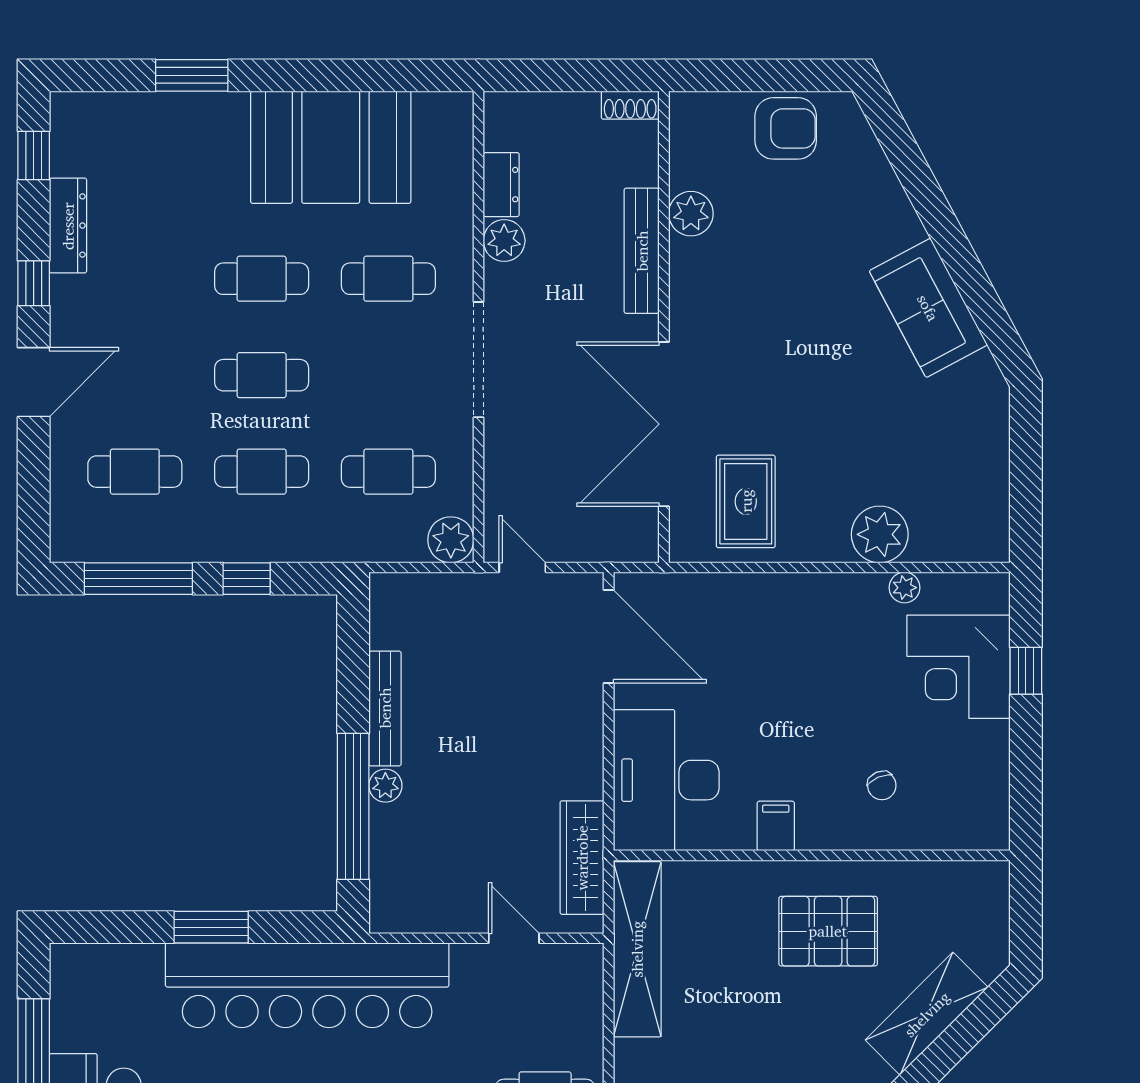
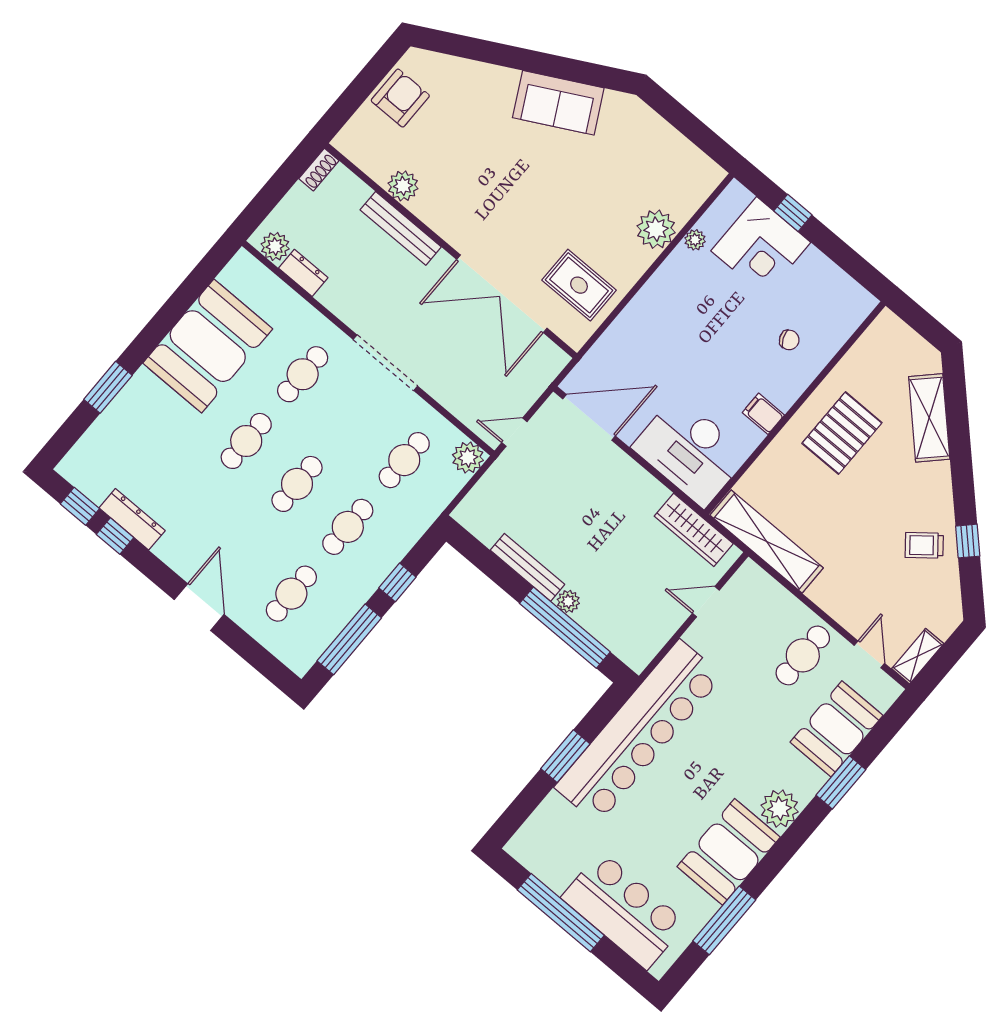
plant: (504, 241) -> (275, 246), moved
window: (34, 283) -> (115, 536), moved

